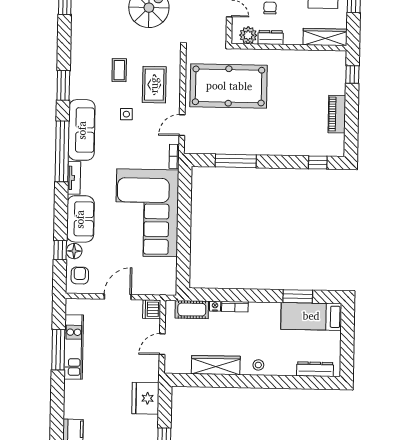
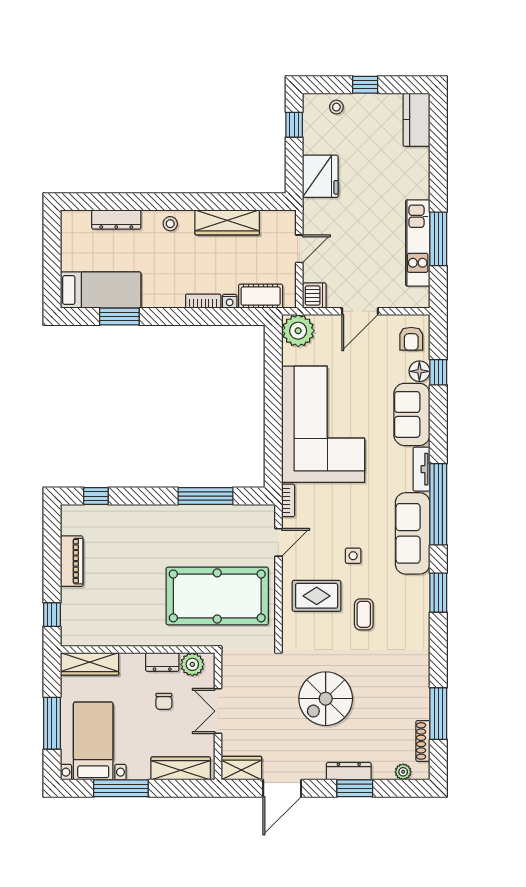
rug: (154, 85) -> (317, 596), turned 90
plant: (164, 283) -> (298, 331), added
dresser: (315, 369) -> (116, 220), moved

